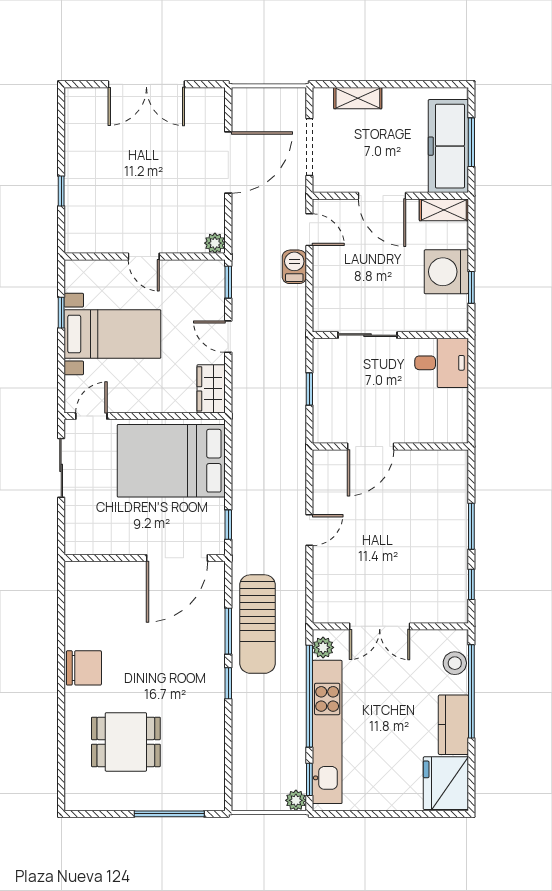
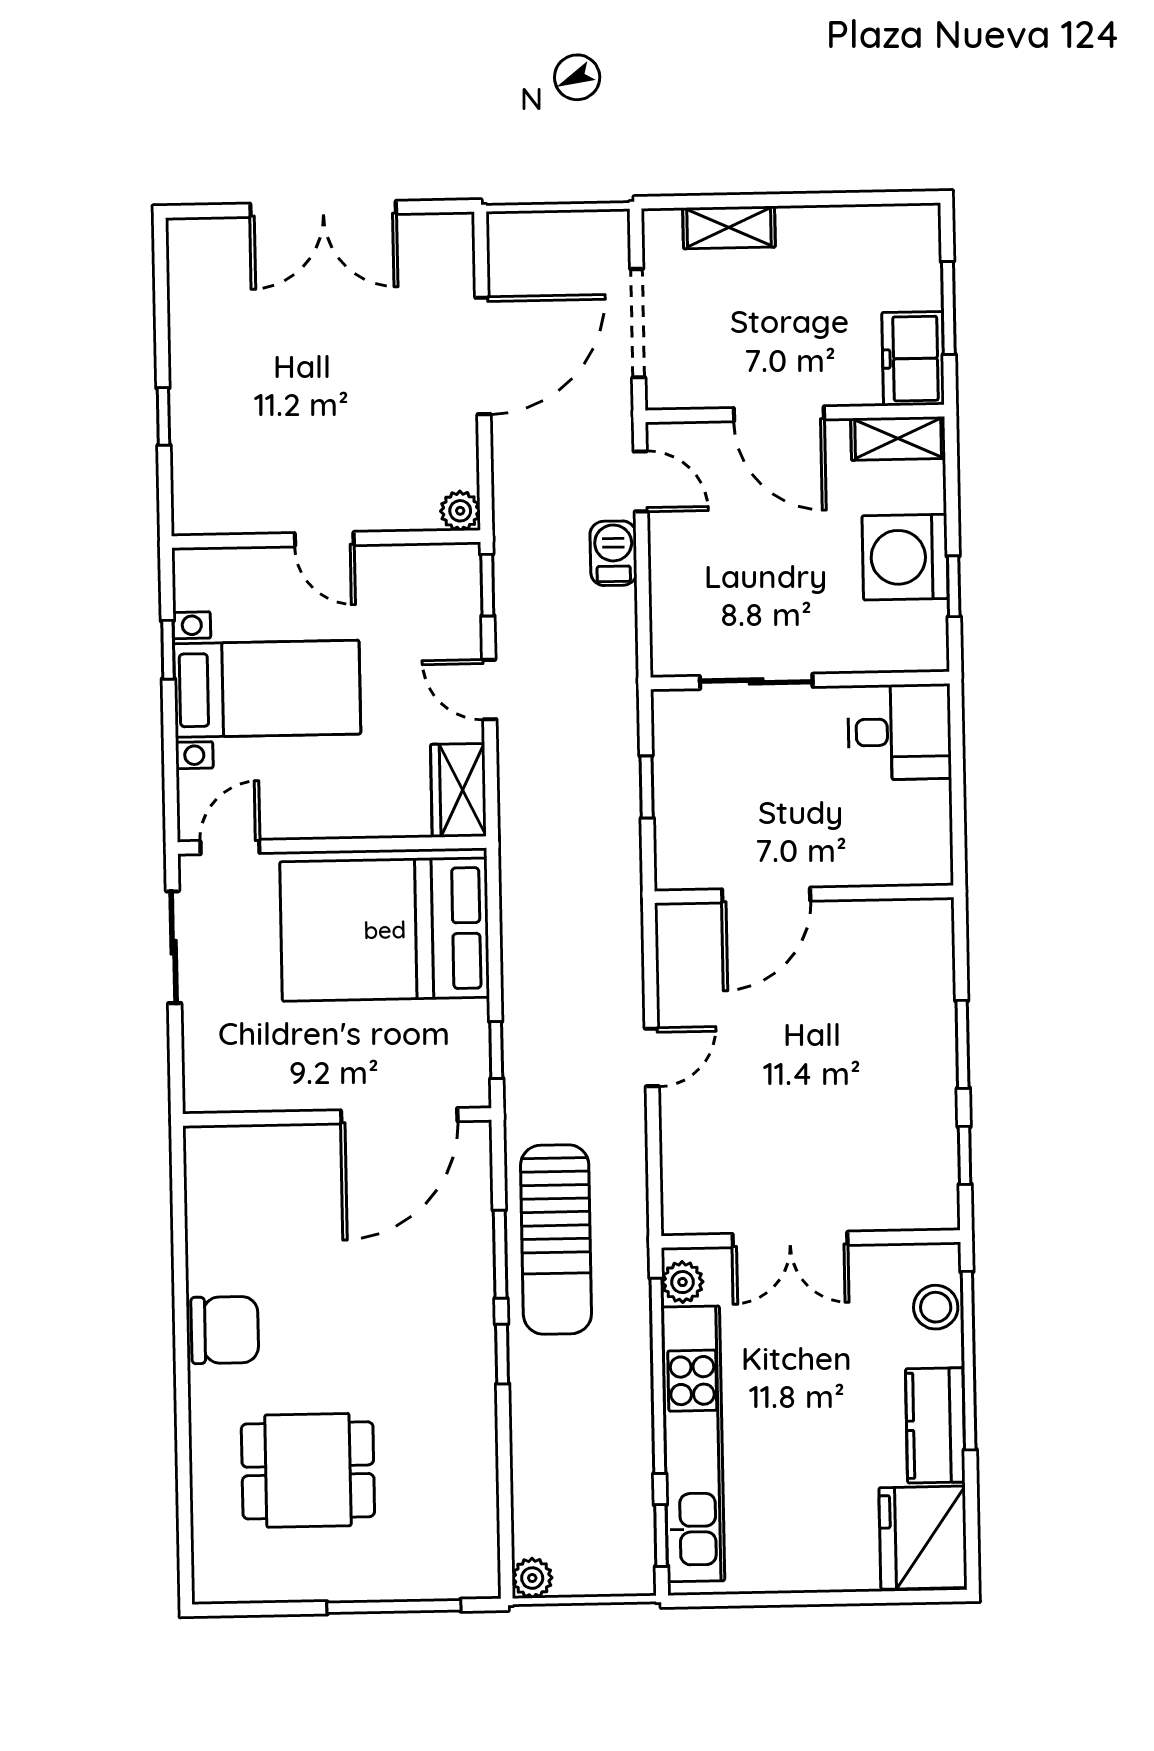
freezer: (448, 146) -> (913, 359), width x0.52, depth x0.79
plant: (296, 800) -> (532, 1578), moved

